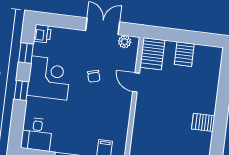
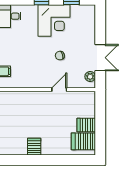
printer: (42, 34) -> (88, 11), removed
server rack: (152, 54) -> (83, 141), moved

